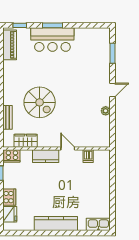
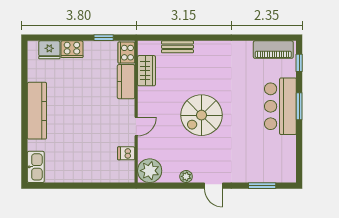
spiral stairs: (40, 102) -> (201, 115), moved
plant: (101, 138) -> (150, 171), added
kitchen counter: (46, 156) -> (126, 82), moved

